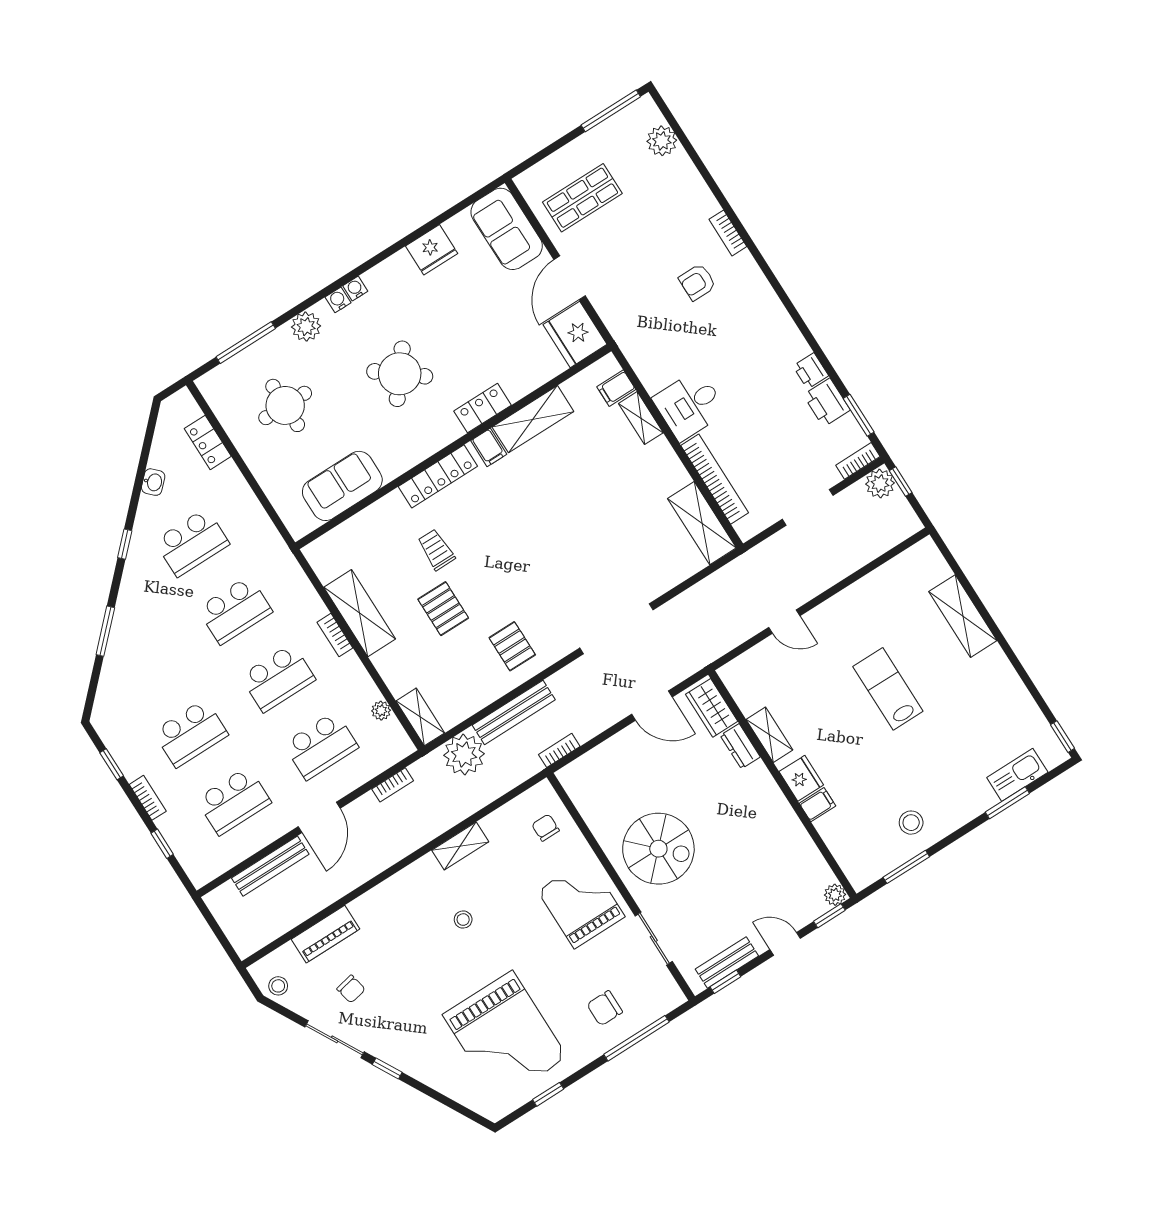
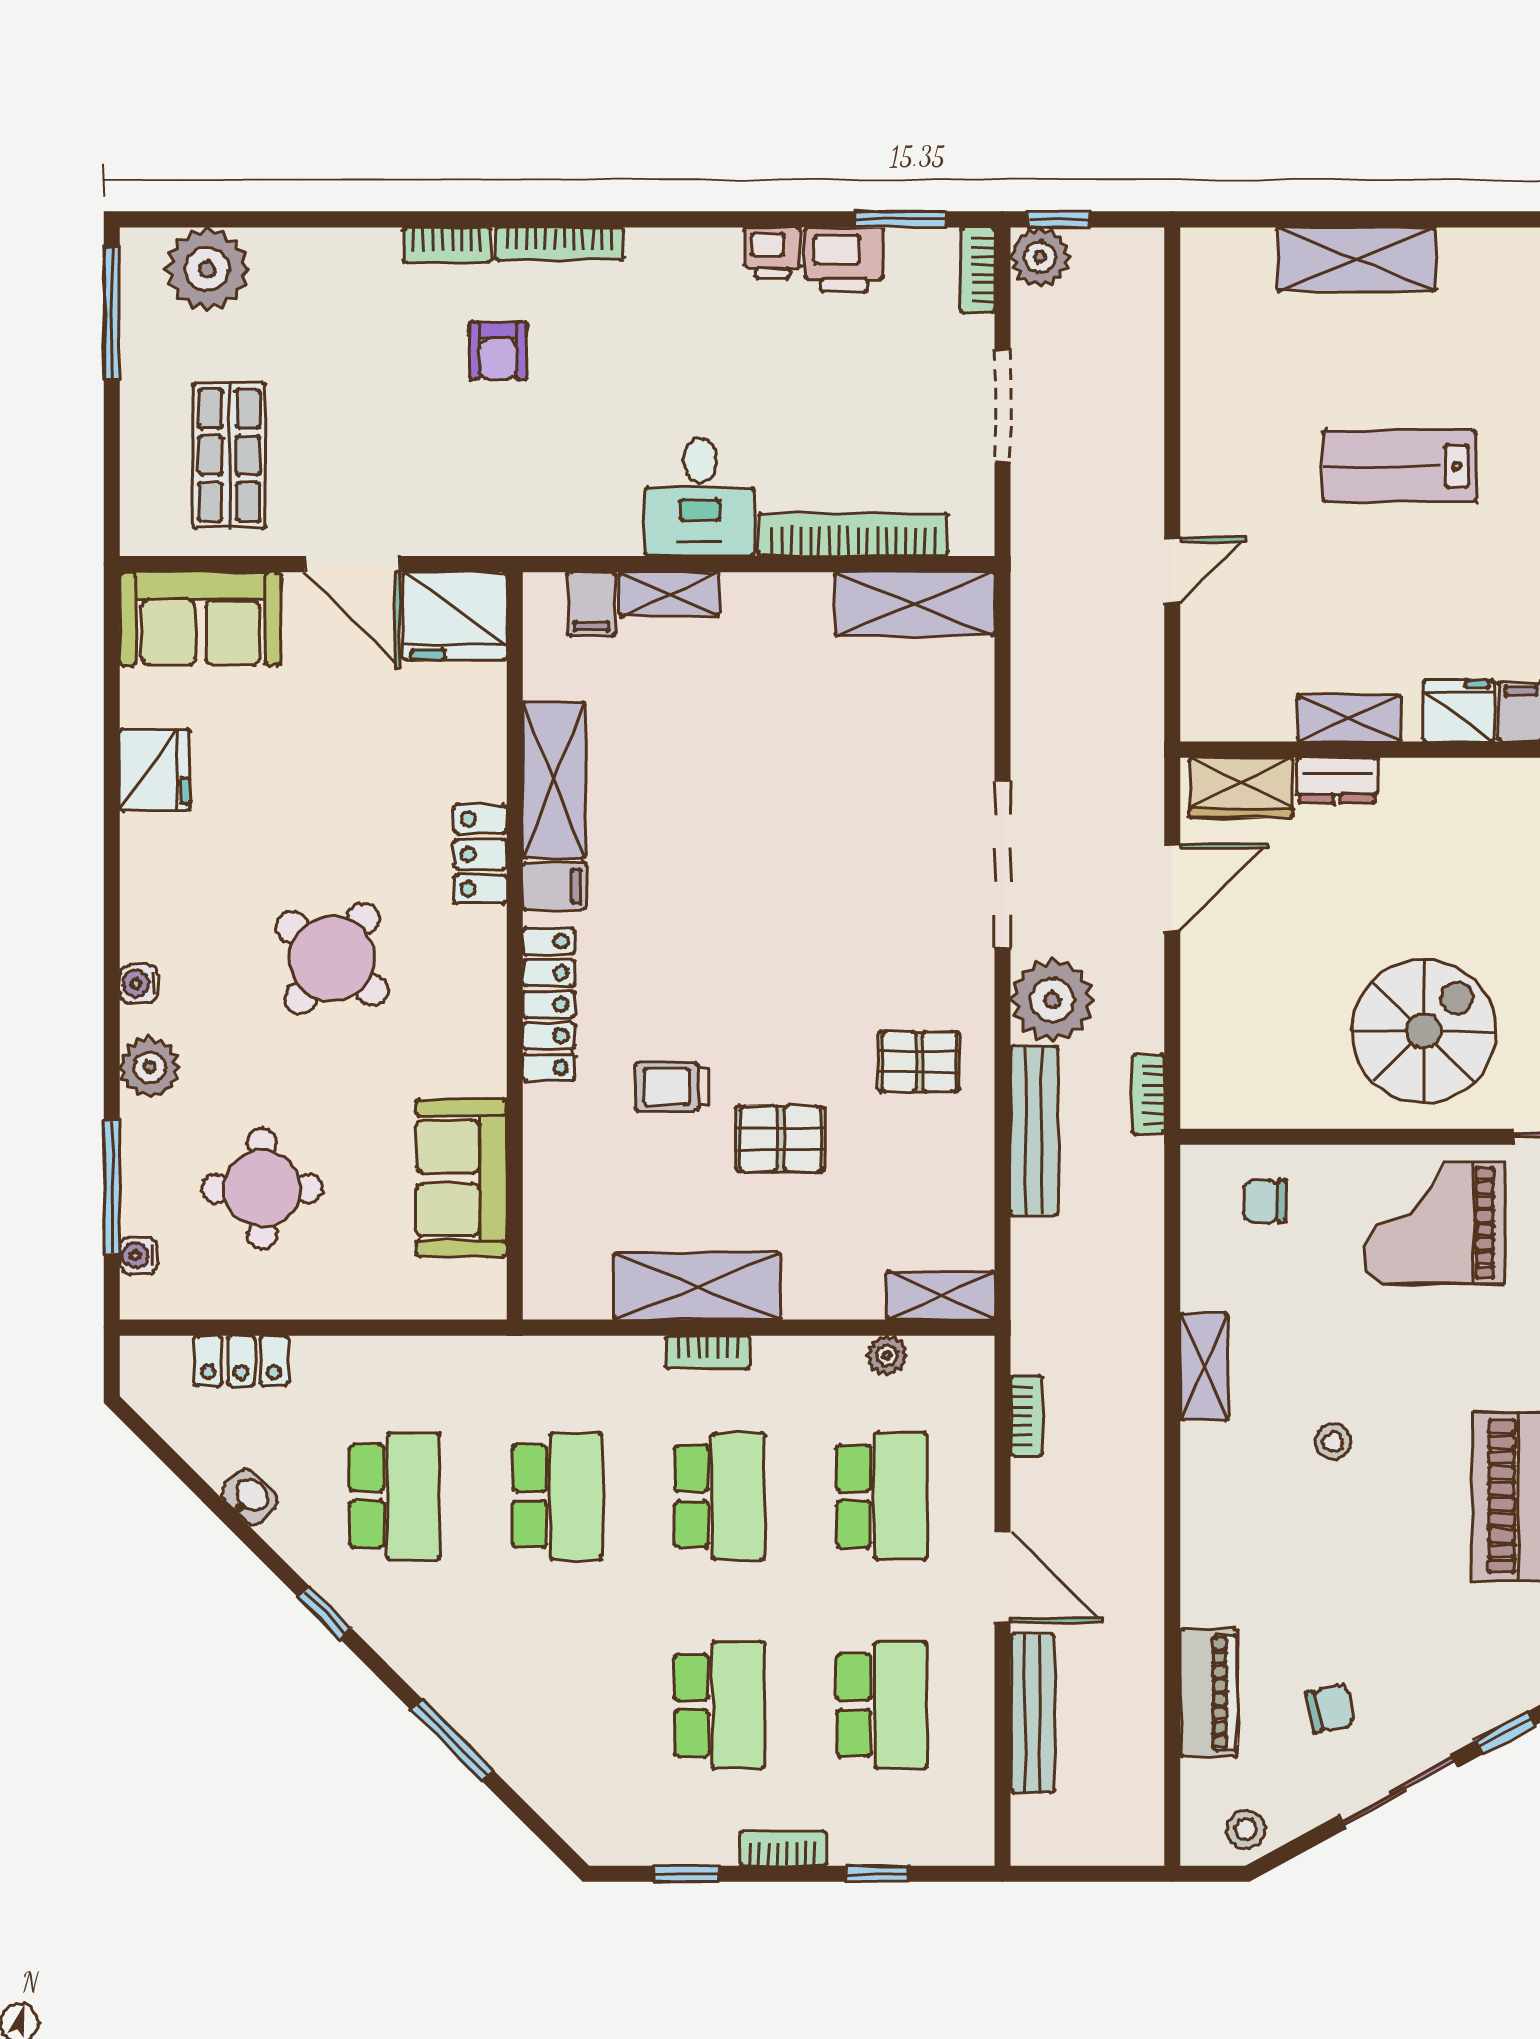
plant: (662, 141) -> (207, 269), width x1.36, depth x1.36
bookcase: (758, 279) -> (560, 244), added
water cooler: (355, 289) -> (138, 1255), moved
plant: (464, 755) -> (1052, 1000), moved

